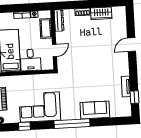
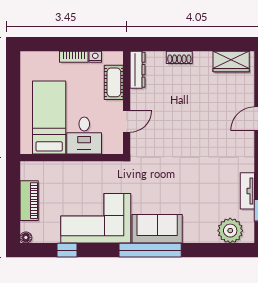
wardrobe: (101, 13) -> (231, 61), moved
sofa: (95, 110) -> (157, 229), moved
plant: (117, 110) -> (230, 231), added

